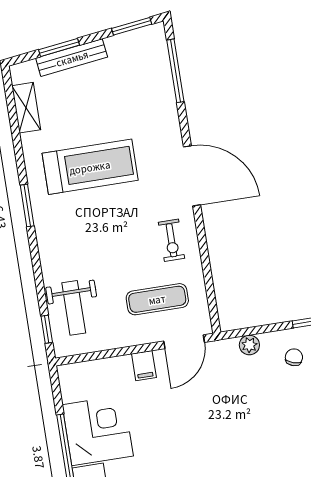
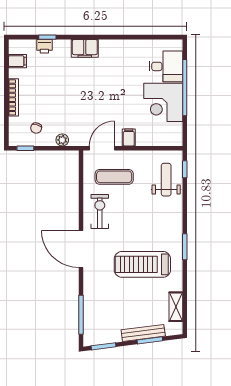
exercise bike: (171, 240) -> (100, 212), width x1.38, depth x1.39

